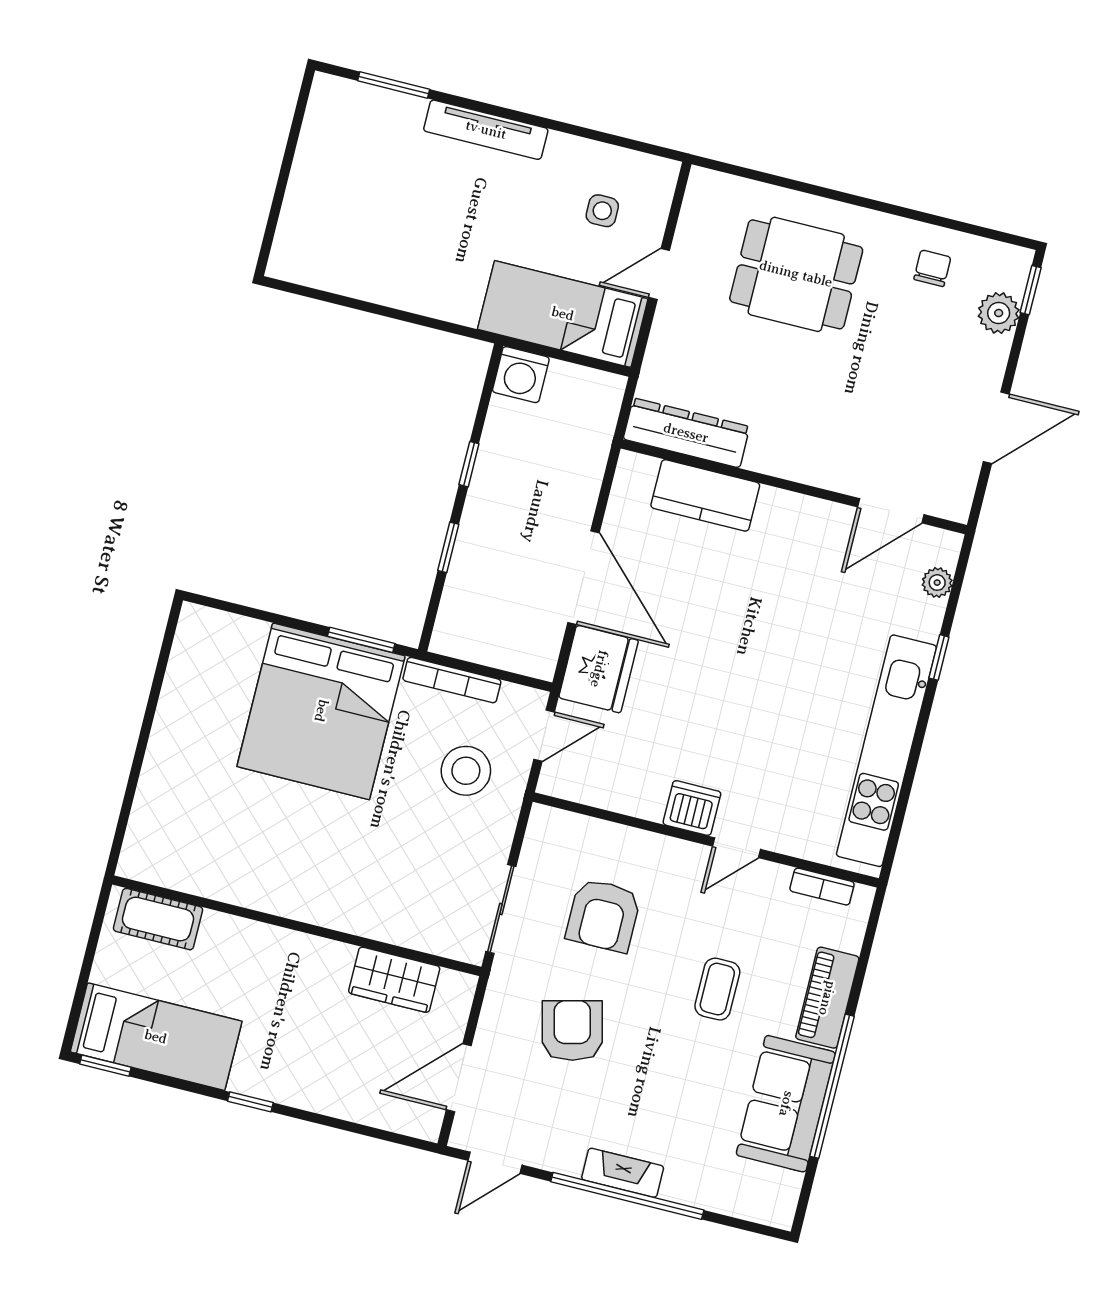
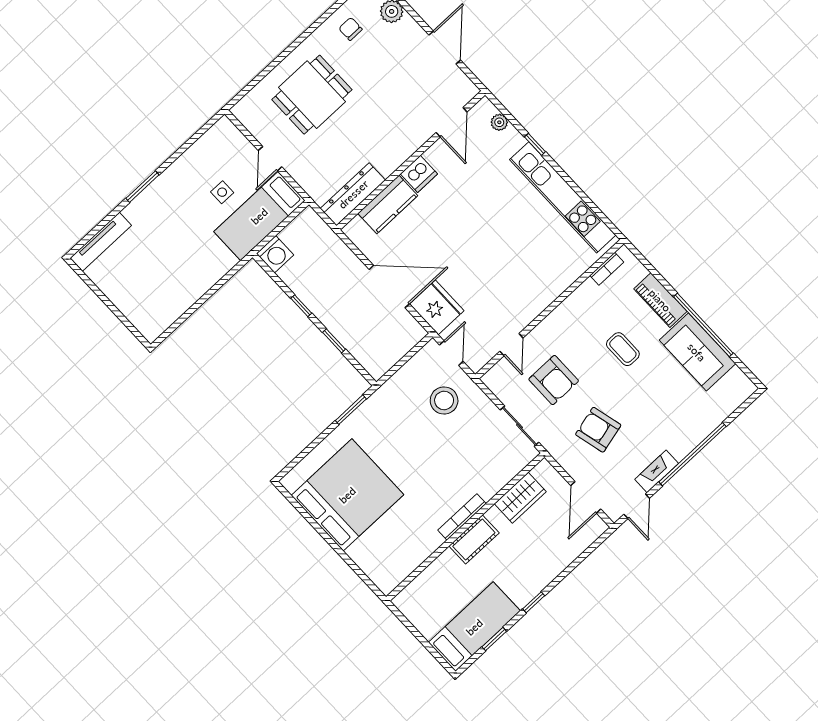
window: (394, 85) -> (142, 187), moved
tv unit: (486, 130) -> (101, 242), moved
side table: (602, 211) -> (222, 192), moved
bookcase: (452, 680) -> (462, 517), moved, turned 180
bed: (321, 711) -> (347, 495), moved, turned -90
dishwasher: (692, 808) -> (419, 174), moved, turned 180
door: (736, 848) -> (511, 345), moved
cot: (158, 919) -> (474, 539), moved
window: (105, 1066) -> (494, 639), moved
fireplace: (623, 1173) -> (657, 471), moved

